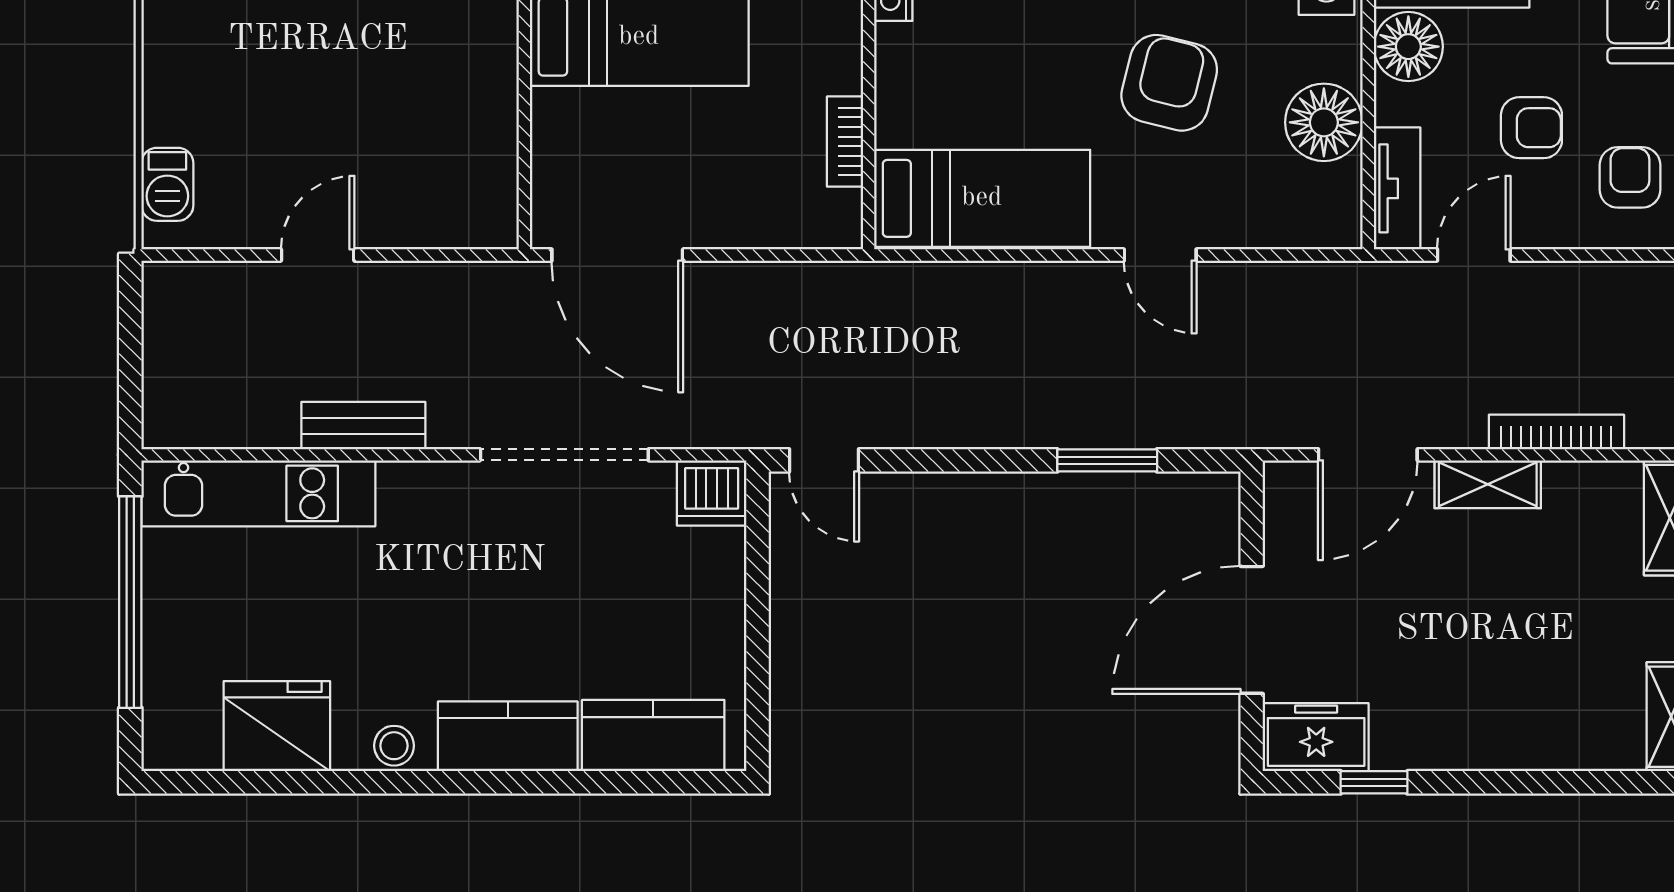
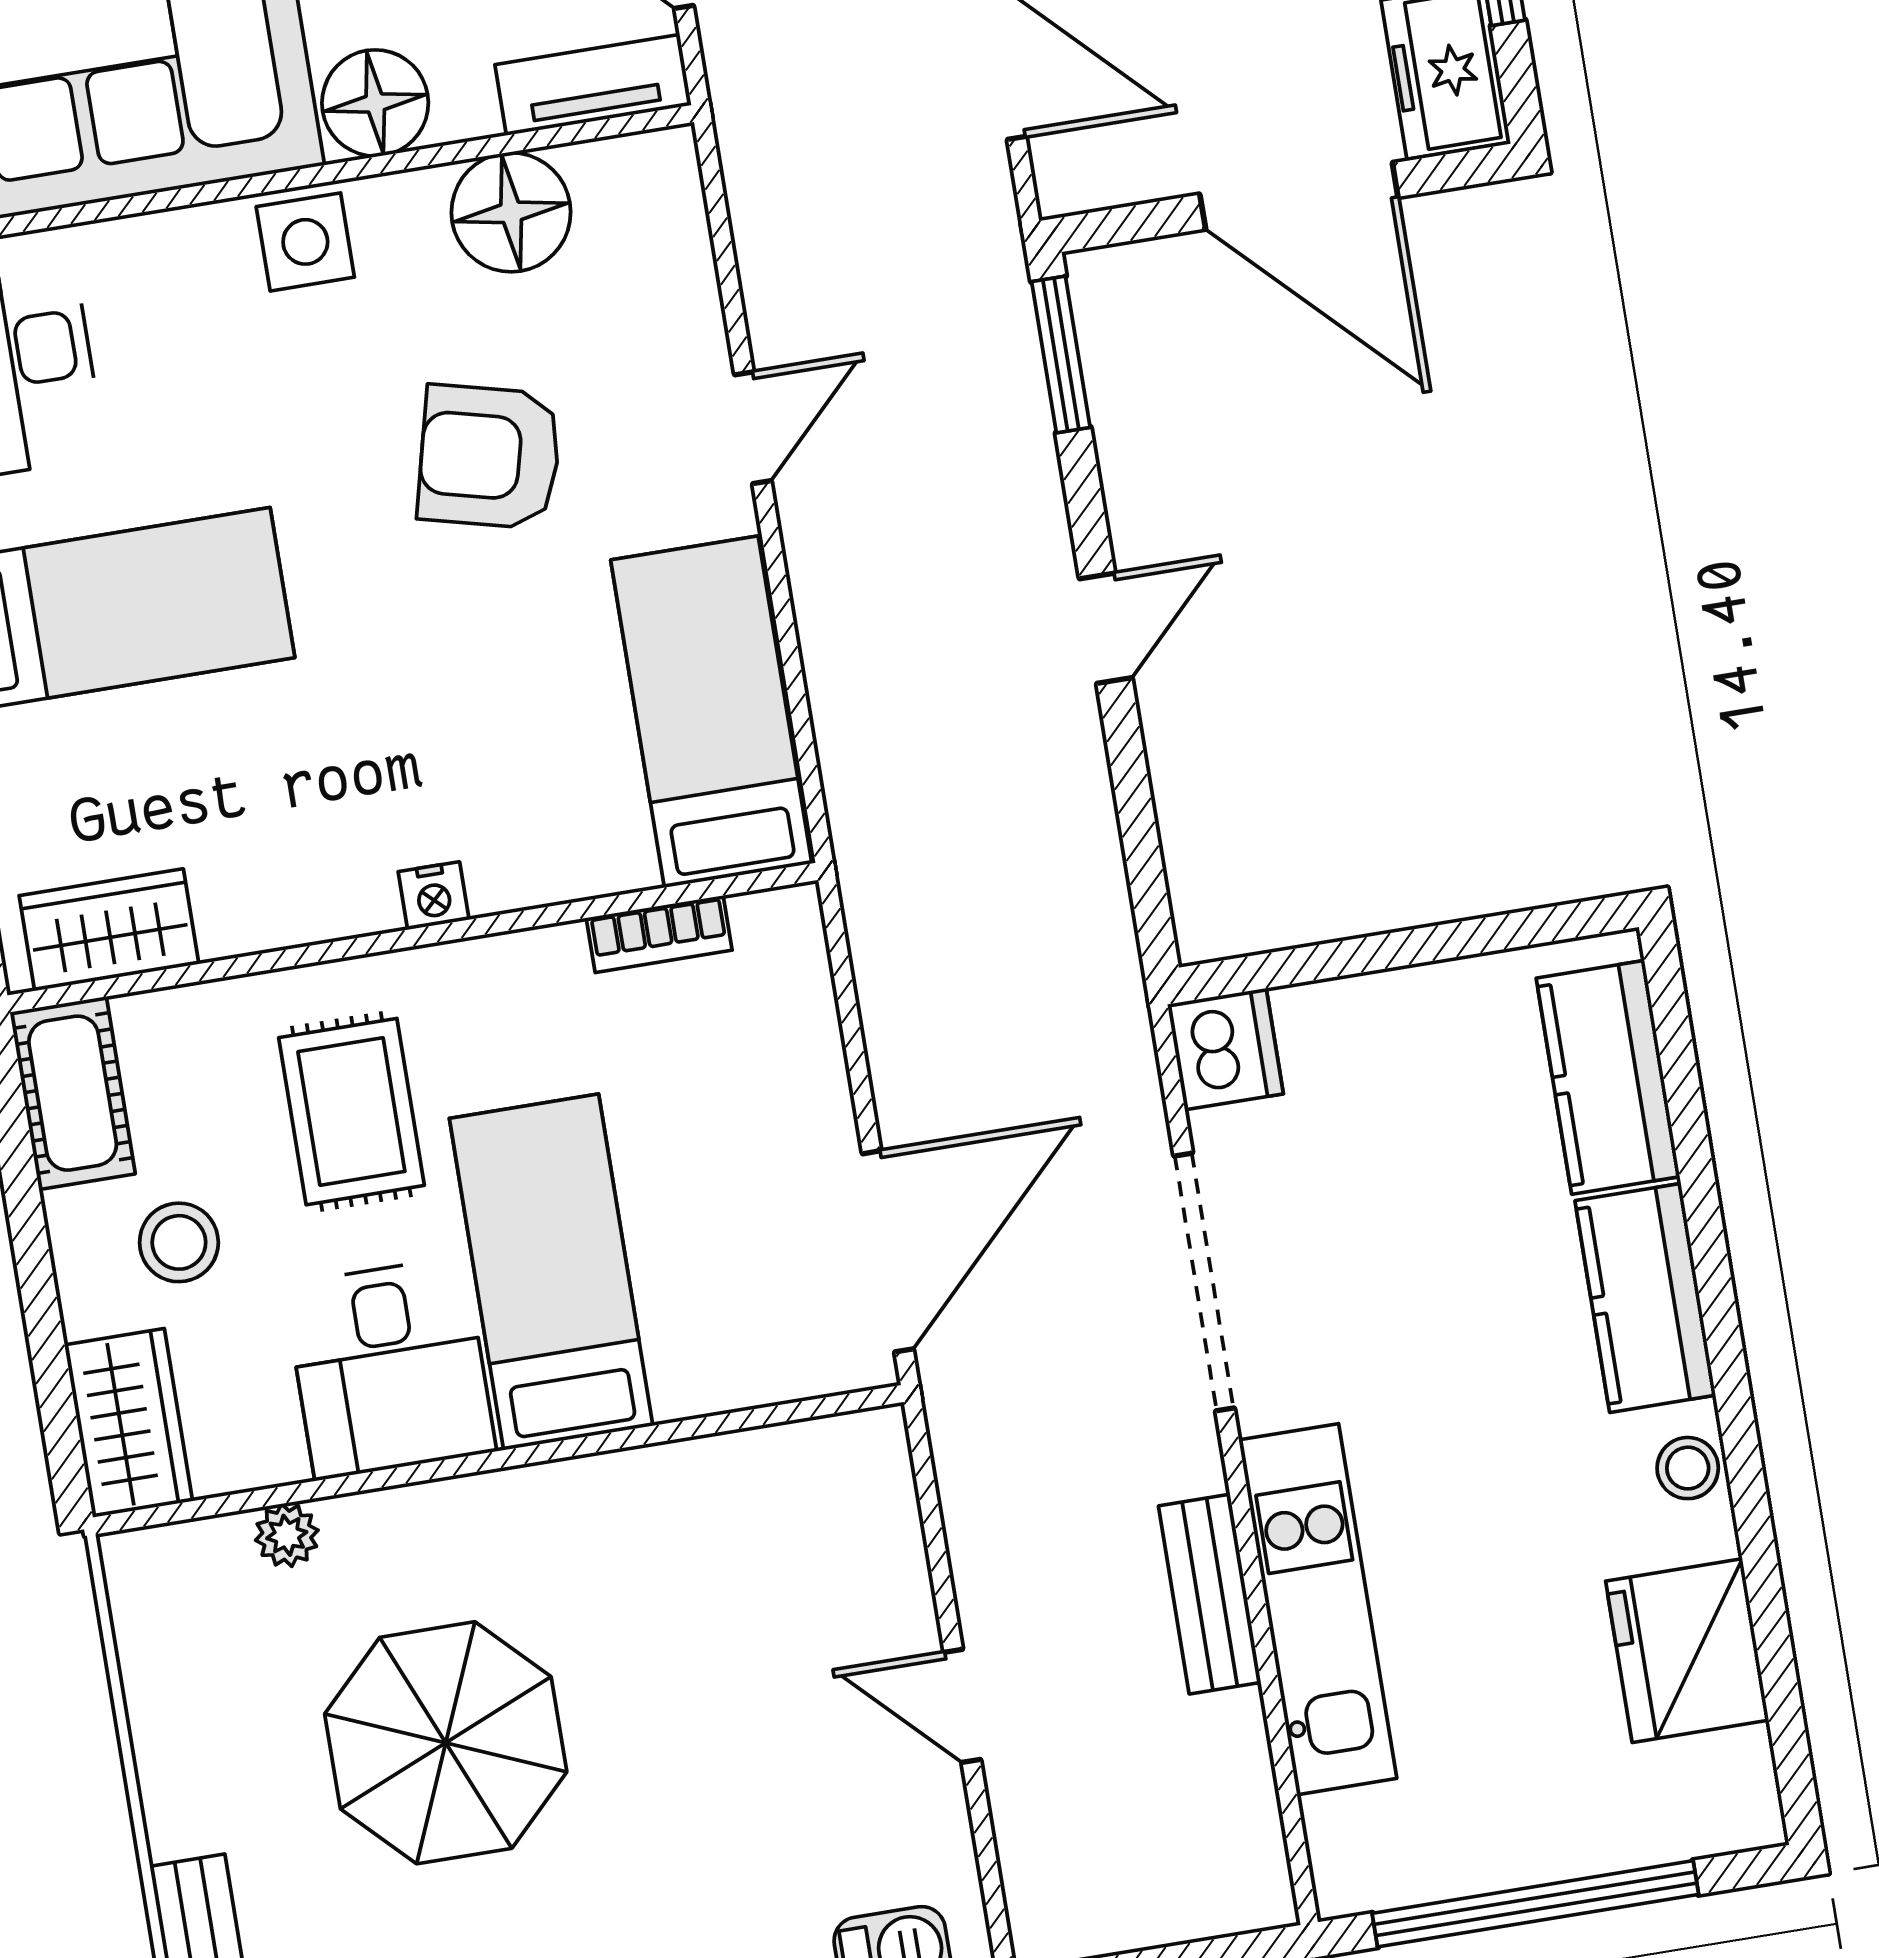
door: (824, 460) -> (1106, 628), moved
window: (1107, 460) -> (1061, 355), moved
kitchen unit: (258, 493) -> (1318, 1609), moved

